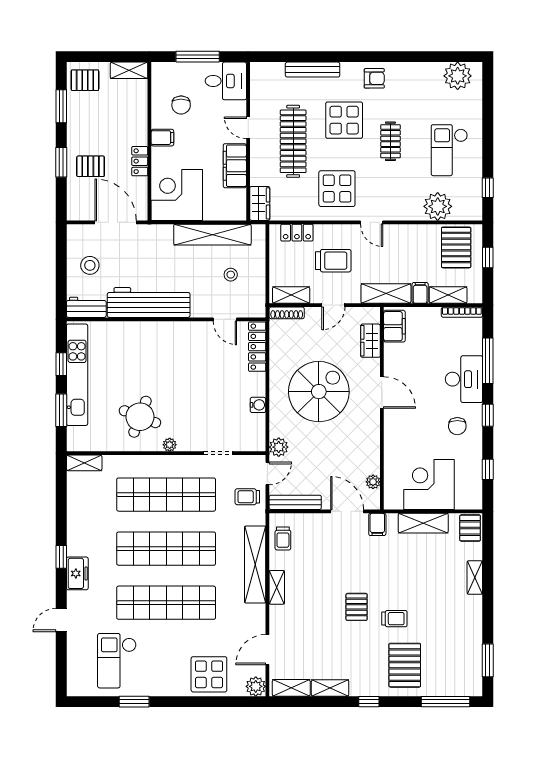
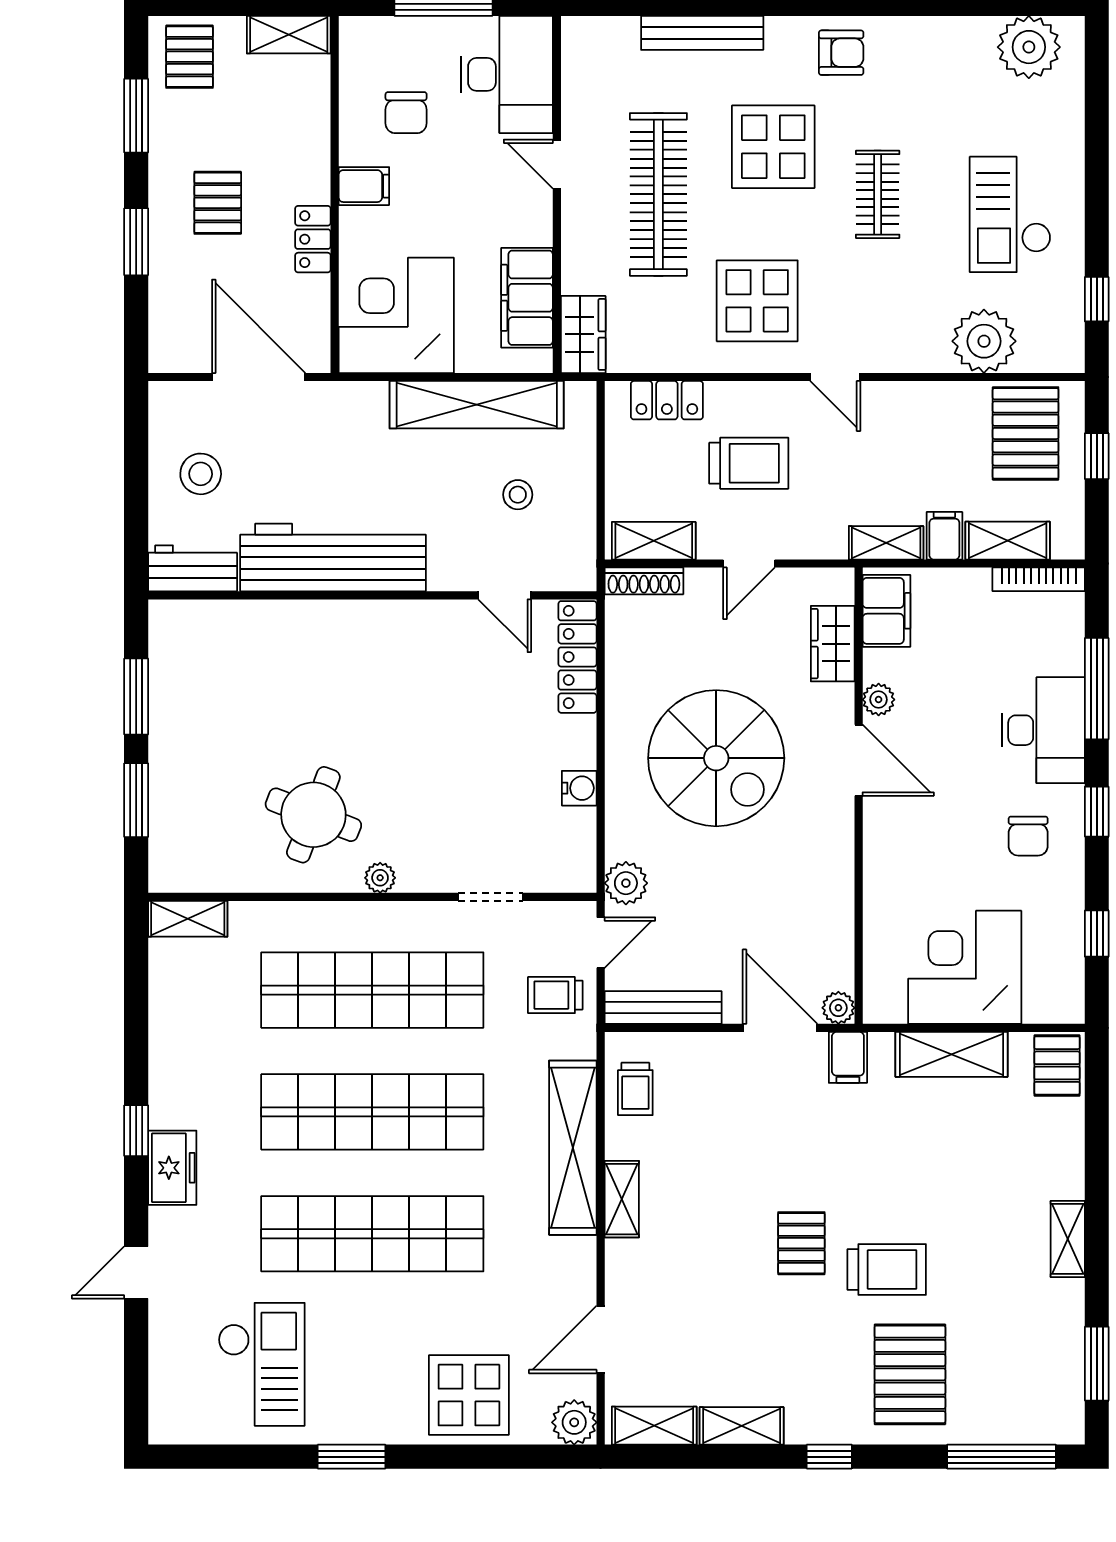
pallet: (85, 80) -> (190, 57), turned 90
desk: (226, 81) -> (507, 74), width x1.37
pallet: (91, 166) -> (218, 203), moved, turned 90
filing cabinet: (235, 166) -> (527, 298), moved
shelving: (386, 293) -> (886, 543), width x0.67, depth x0.75
window: (61, 364) -> (136, 696), width x1.50
plant: (391, 366) -> (879, 700), added
kitchen unit: (77, 375) -> (172, 720), removed
spiral stairs: (319, 392) -> (716, 758), turned 90
plant: (373, 482) -> (838, 1008), moved
shelving: (475, 578) -> (1068, 1239), moved
trolley: (394, 619) -> (887, 1270), width x1.36, depth x1.39
checkout: (117, 661) -> (261, 1364), turned 180
window: (134, 702) -> (352, 1457), moved

